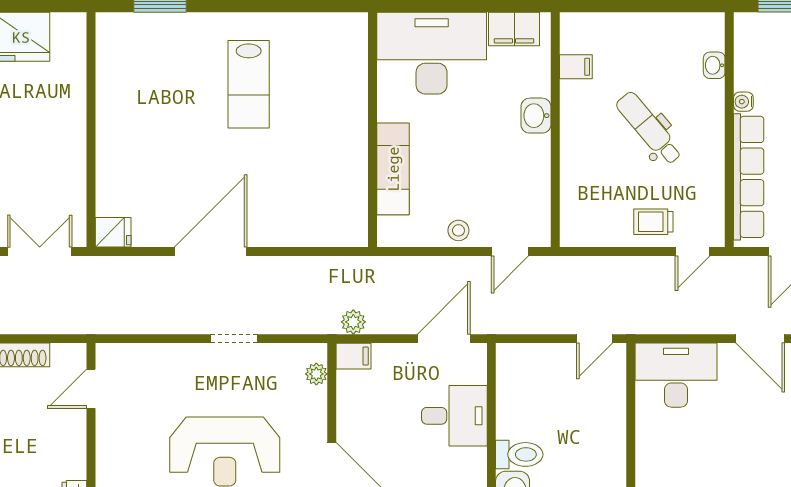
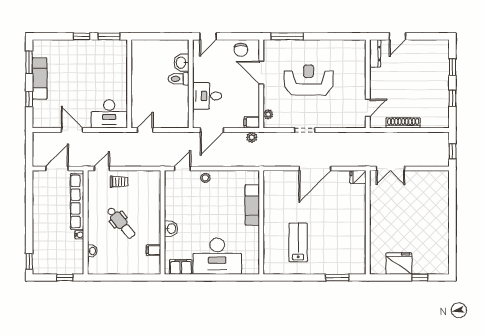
wall: (372, 130) -> (261, 222), moved
exam couch: (393, 169) -> (252, 205), moved

